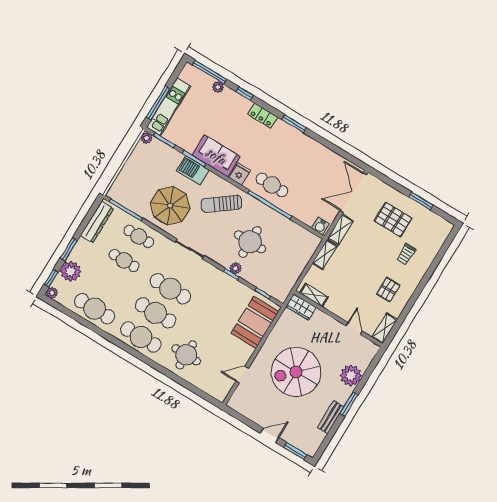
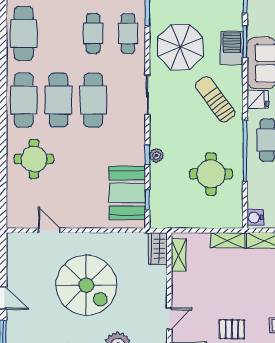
round table: (250, 242) -> (211, 174), moved
booth: (255, 322) -> (127, 193), moved, turned 90
spiral stairs: (296, 372) -> (86, 285), turned 180

